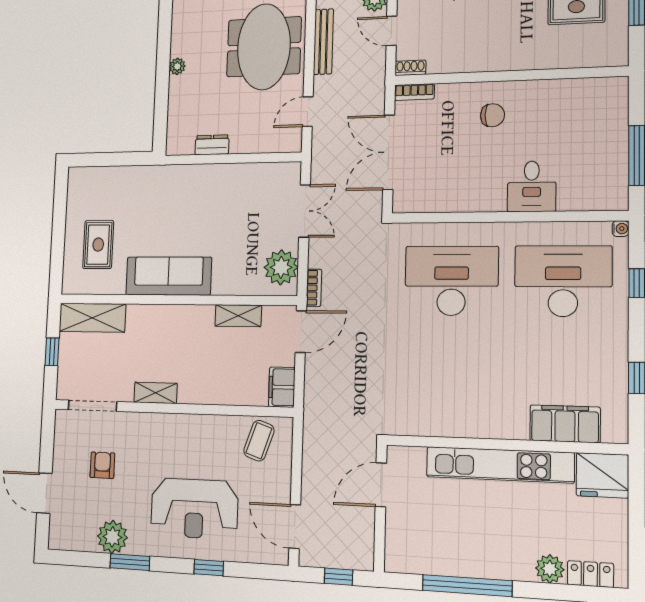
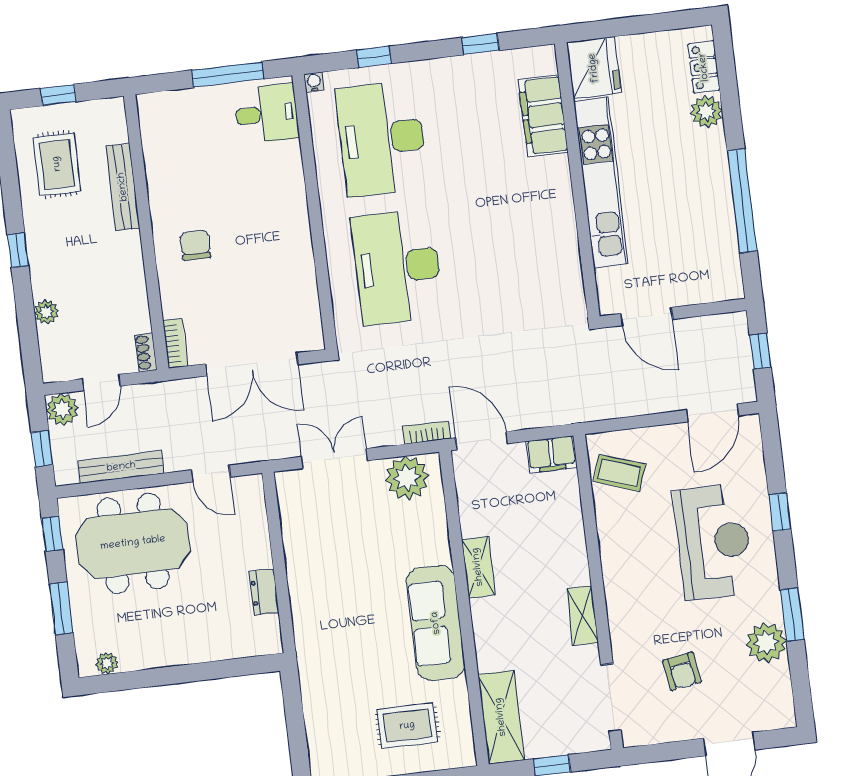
bench: (550, 59) -> (123, 187), added
plant: (177, 66) -> (107, 663), moved
desk: (532, 186) -> (267, 114), moved
shelving: (238, 316) -> (478, 567), moved
armchair: (102, 465) -> (682, 671), turned -99

